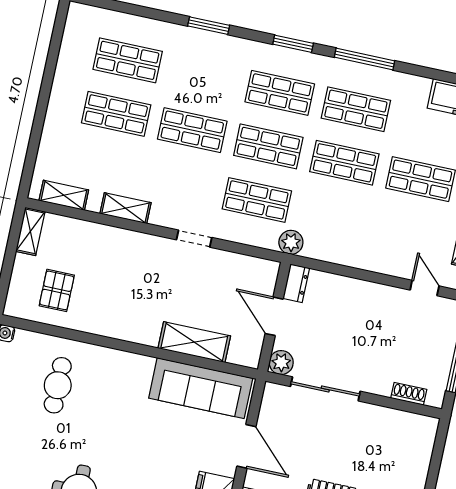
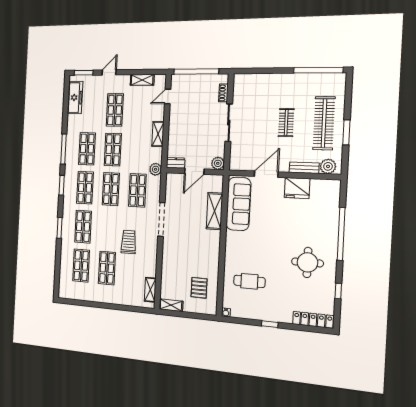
shop shelf: (192, 130) -> (83, 227), moved
trolley: (160, 166) -> (129, 242), added
shelving: (126, 208) -> (158, 134), moved
doorway: (194, 239) -> (161, 219), width x1.87
pallet: (57, 290) -> (199, 288), turned 90
sliding door: (325, 389) -> (229, 123), moved

